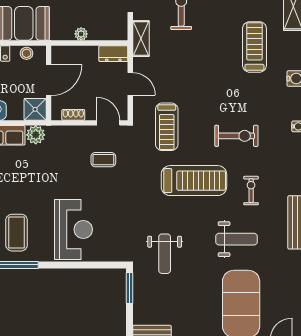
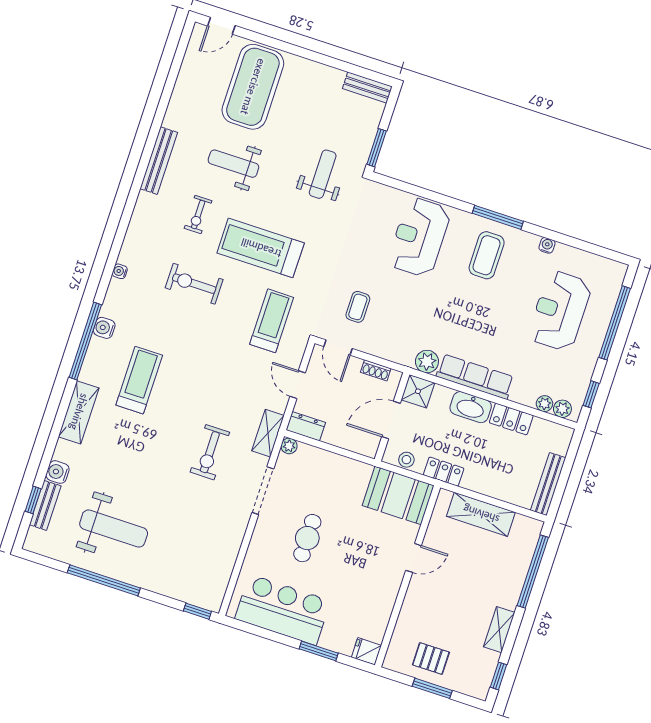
plant: (81, 34) -> (289, 446), moved
treadmill: (254, 47) -> (139, 380), turned 180
coffee table: (103, 160) -> (358, 307), turned 90

